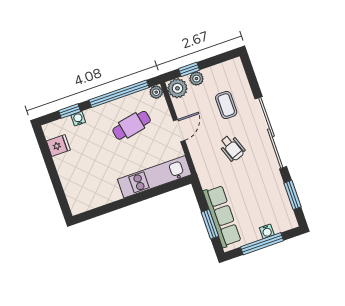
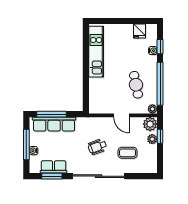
kitchen unit: (155, 177) -> (96, 52), moved
row of seats: (279, 197) -> (54, 167), added
window: (210, 224) -> (51, 114), width x1.44

